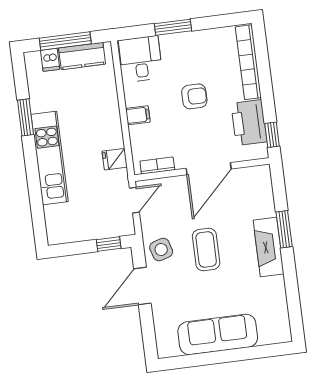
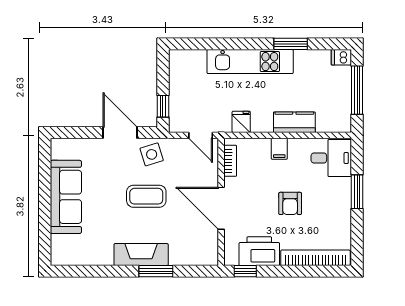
kitchen counter: (82, 56) -> (294, 122), moved, turned 90
dishwasher: (50, 60) -> (341, 57), moved

